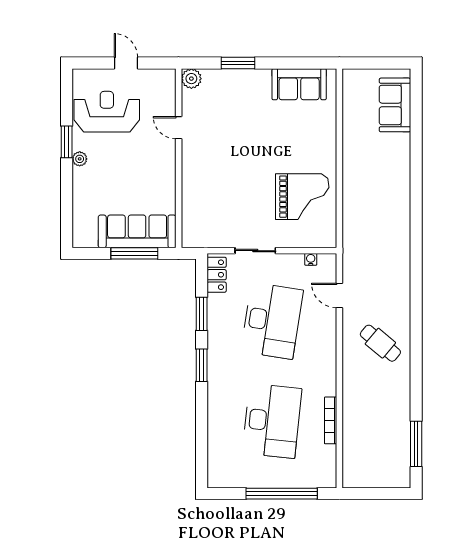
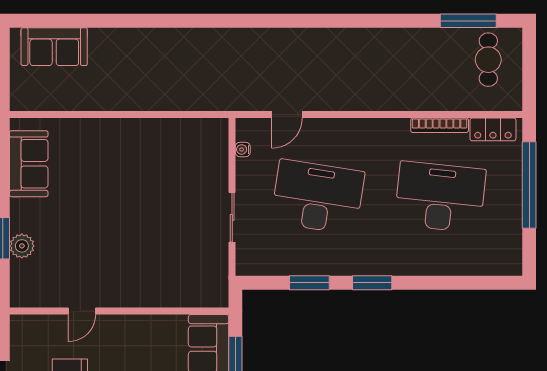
plant: (191, 79) -> (22, 246), moved
grand piano: (302, 197) -> (166, 160), removed
locker: (217, 275) -> (493, 129), moved, turned 180
cafe table: (380, 343) -> (488, 60), moved, turned -40

